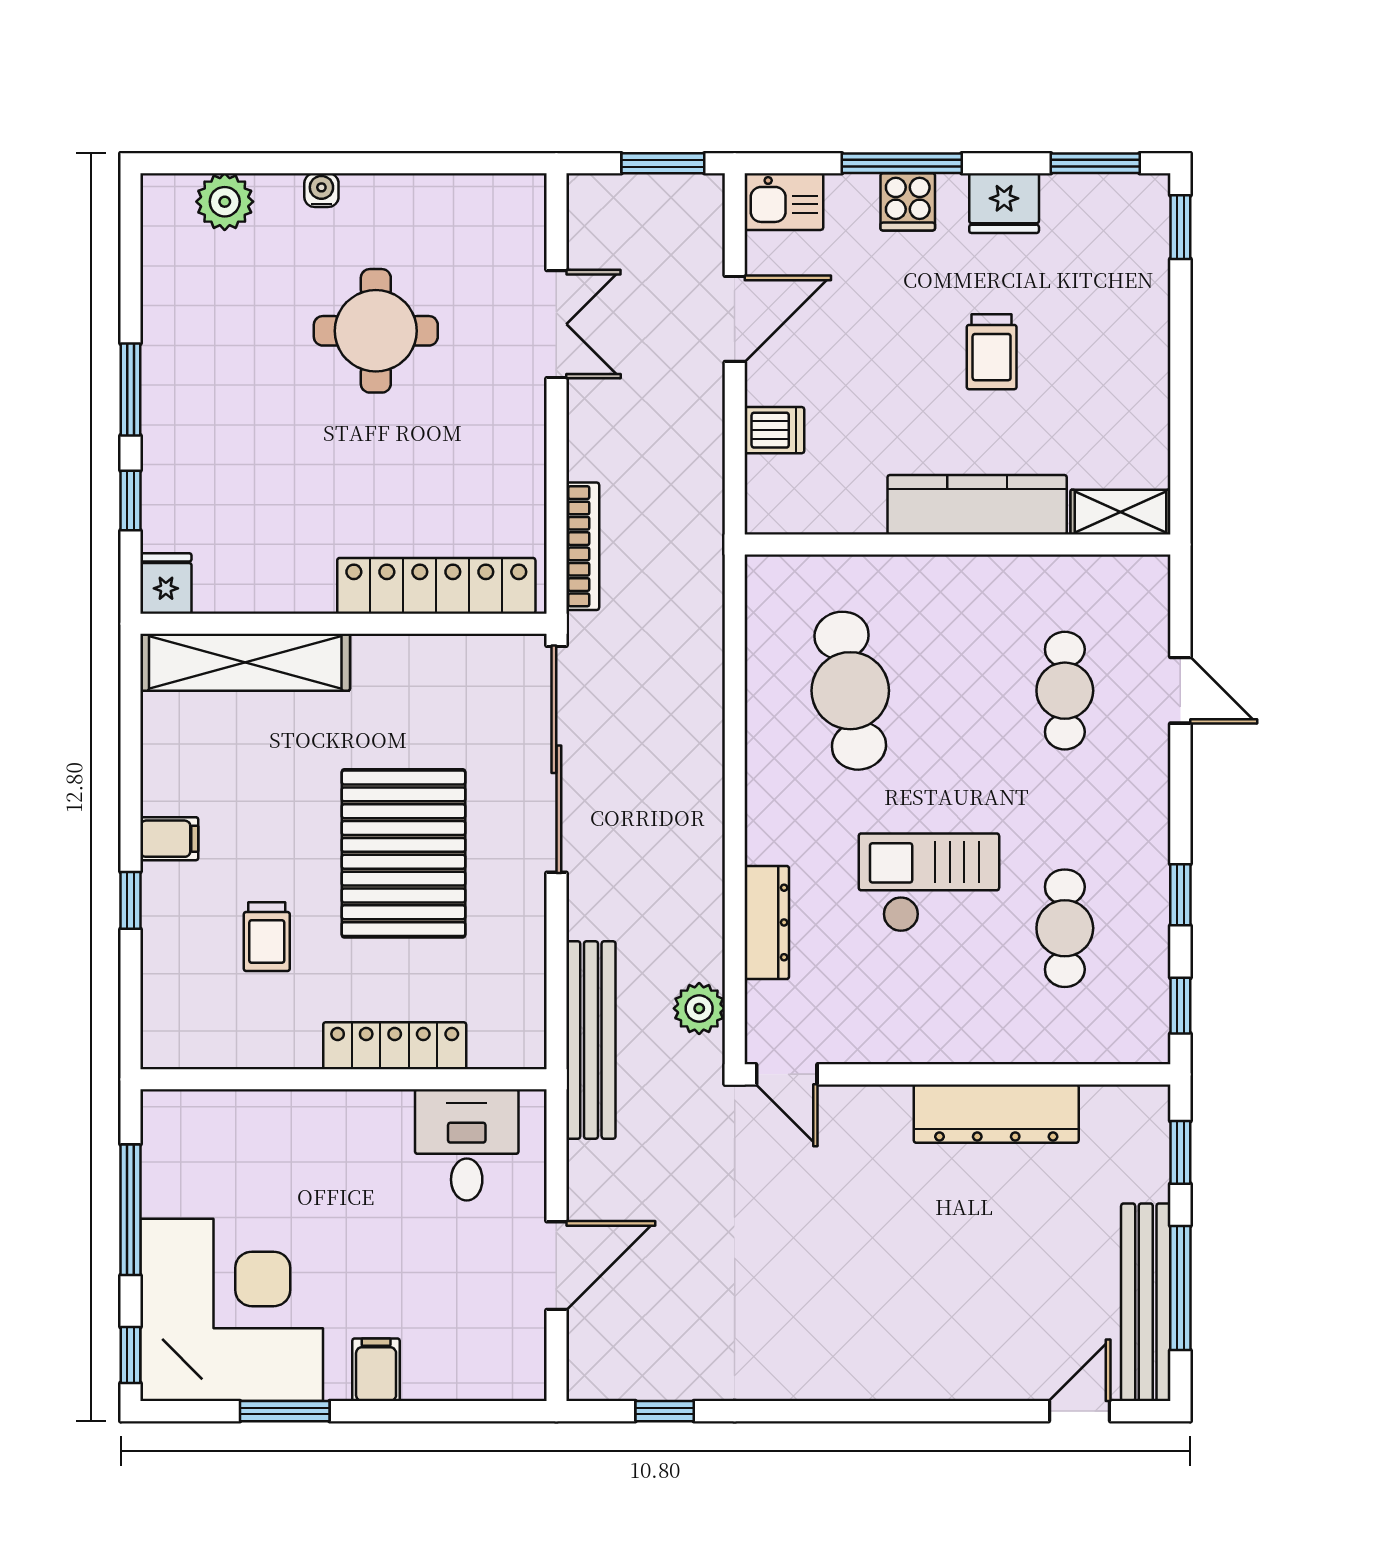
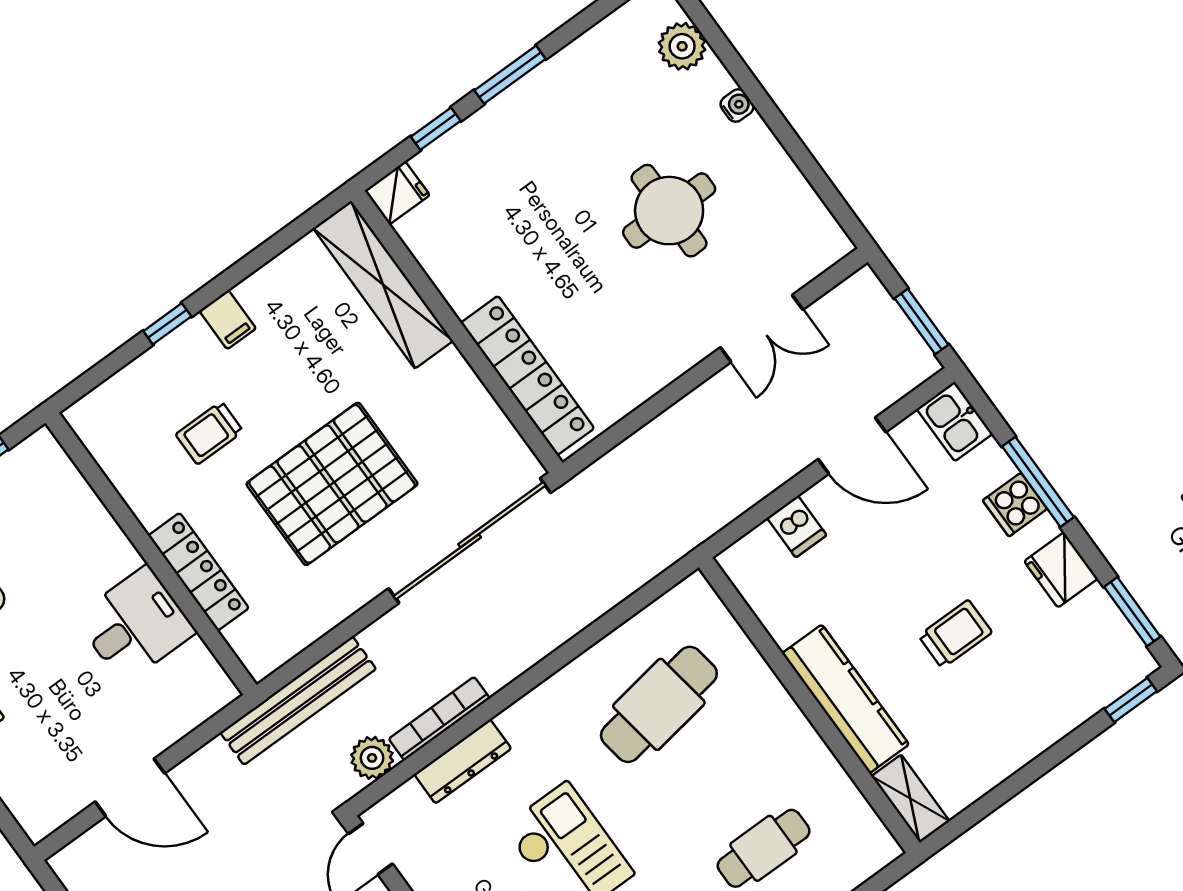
trolley: (992, 352) -> (955, 634), turned 180
bookcase: (583, 546) -> (439, 719), moved, turned 180
desk: (467, 1145) -> (135, 625), moved

